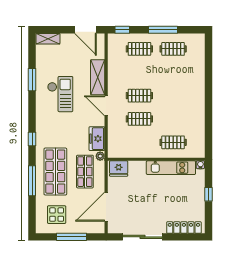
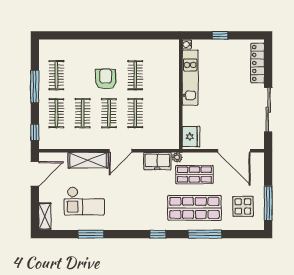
clothes rail: (139, 72) -> (83, 113), added
armchair: (170, 93) -> (106, 79), added
checkout: (60, 94) -> (84, 201), moved, turned 180
clothes rail: (173, 142) -> (135, 75), moved
window: (71, 237) -> (268, 203), moved

